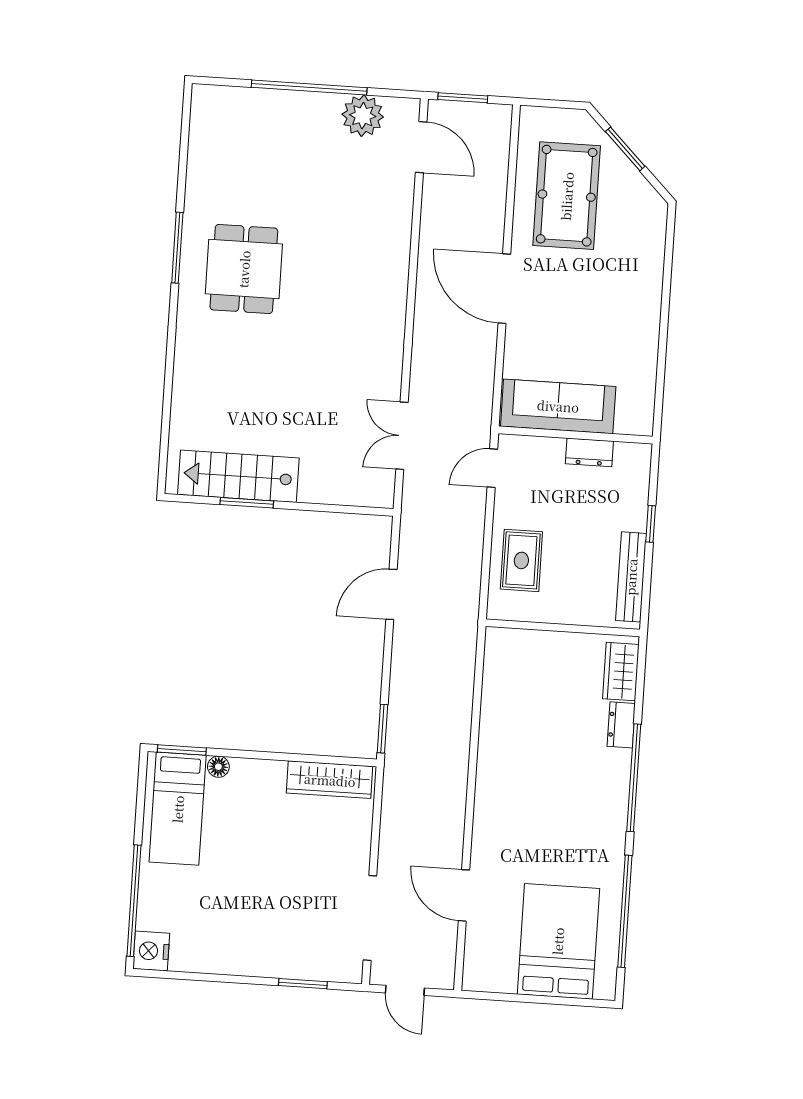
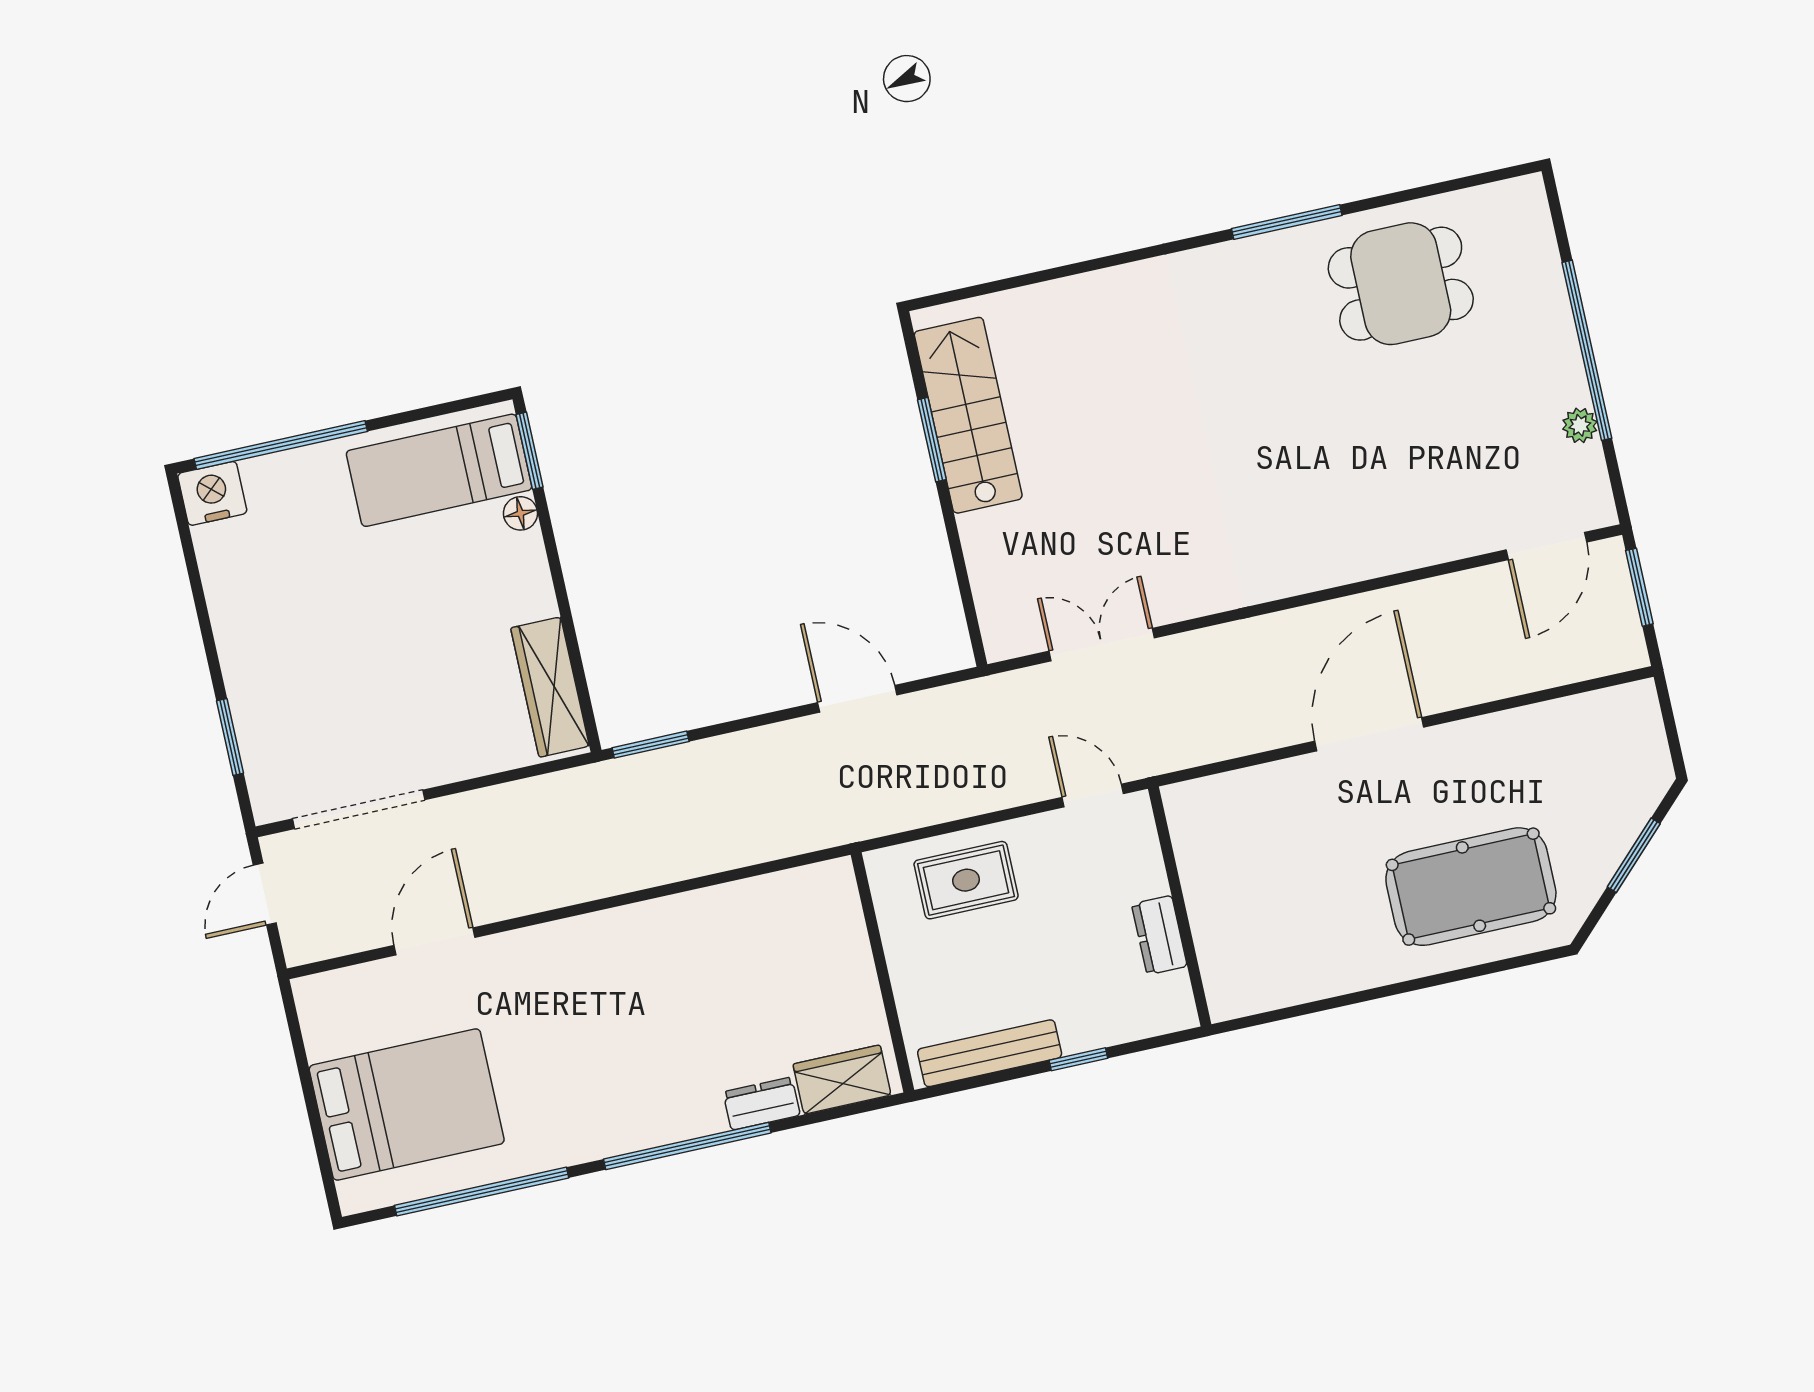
plant: (363, 116) -> (1580, 425), width x0.53, depth x0.53
pool table: (567, 196) -> (1471, 887), moved
dining table: (244, 269) -> (1401, 284), moved
sofa: (558, 406) -> (1215, 868), removed

